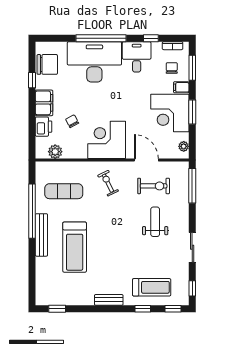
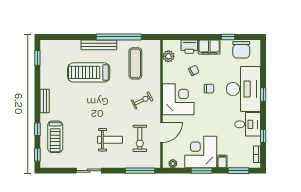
window: (101, 38) -> (263, 95), width x0.32
chair: (172, 68) -> (209, 89), moved
window: (192, 288) -> (54, 171), removed

